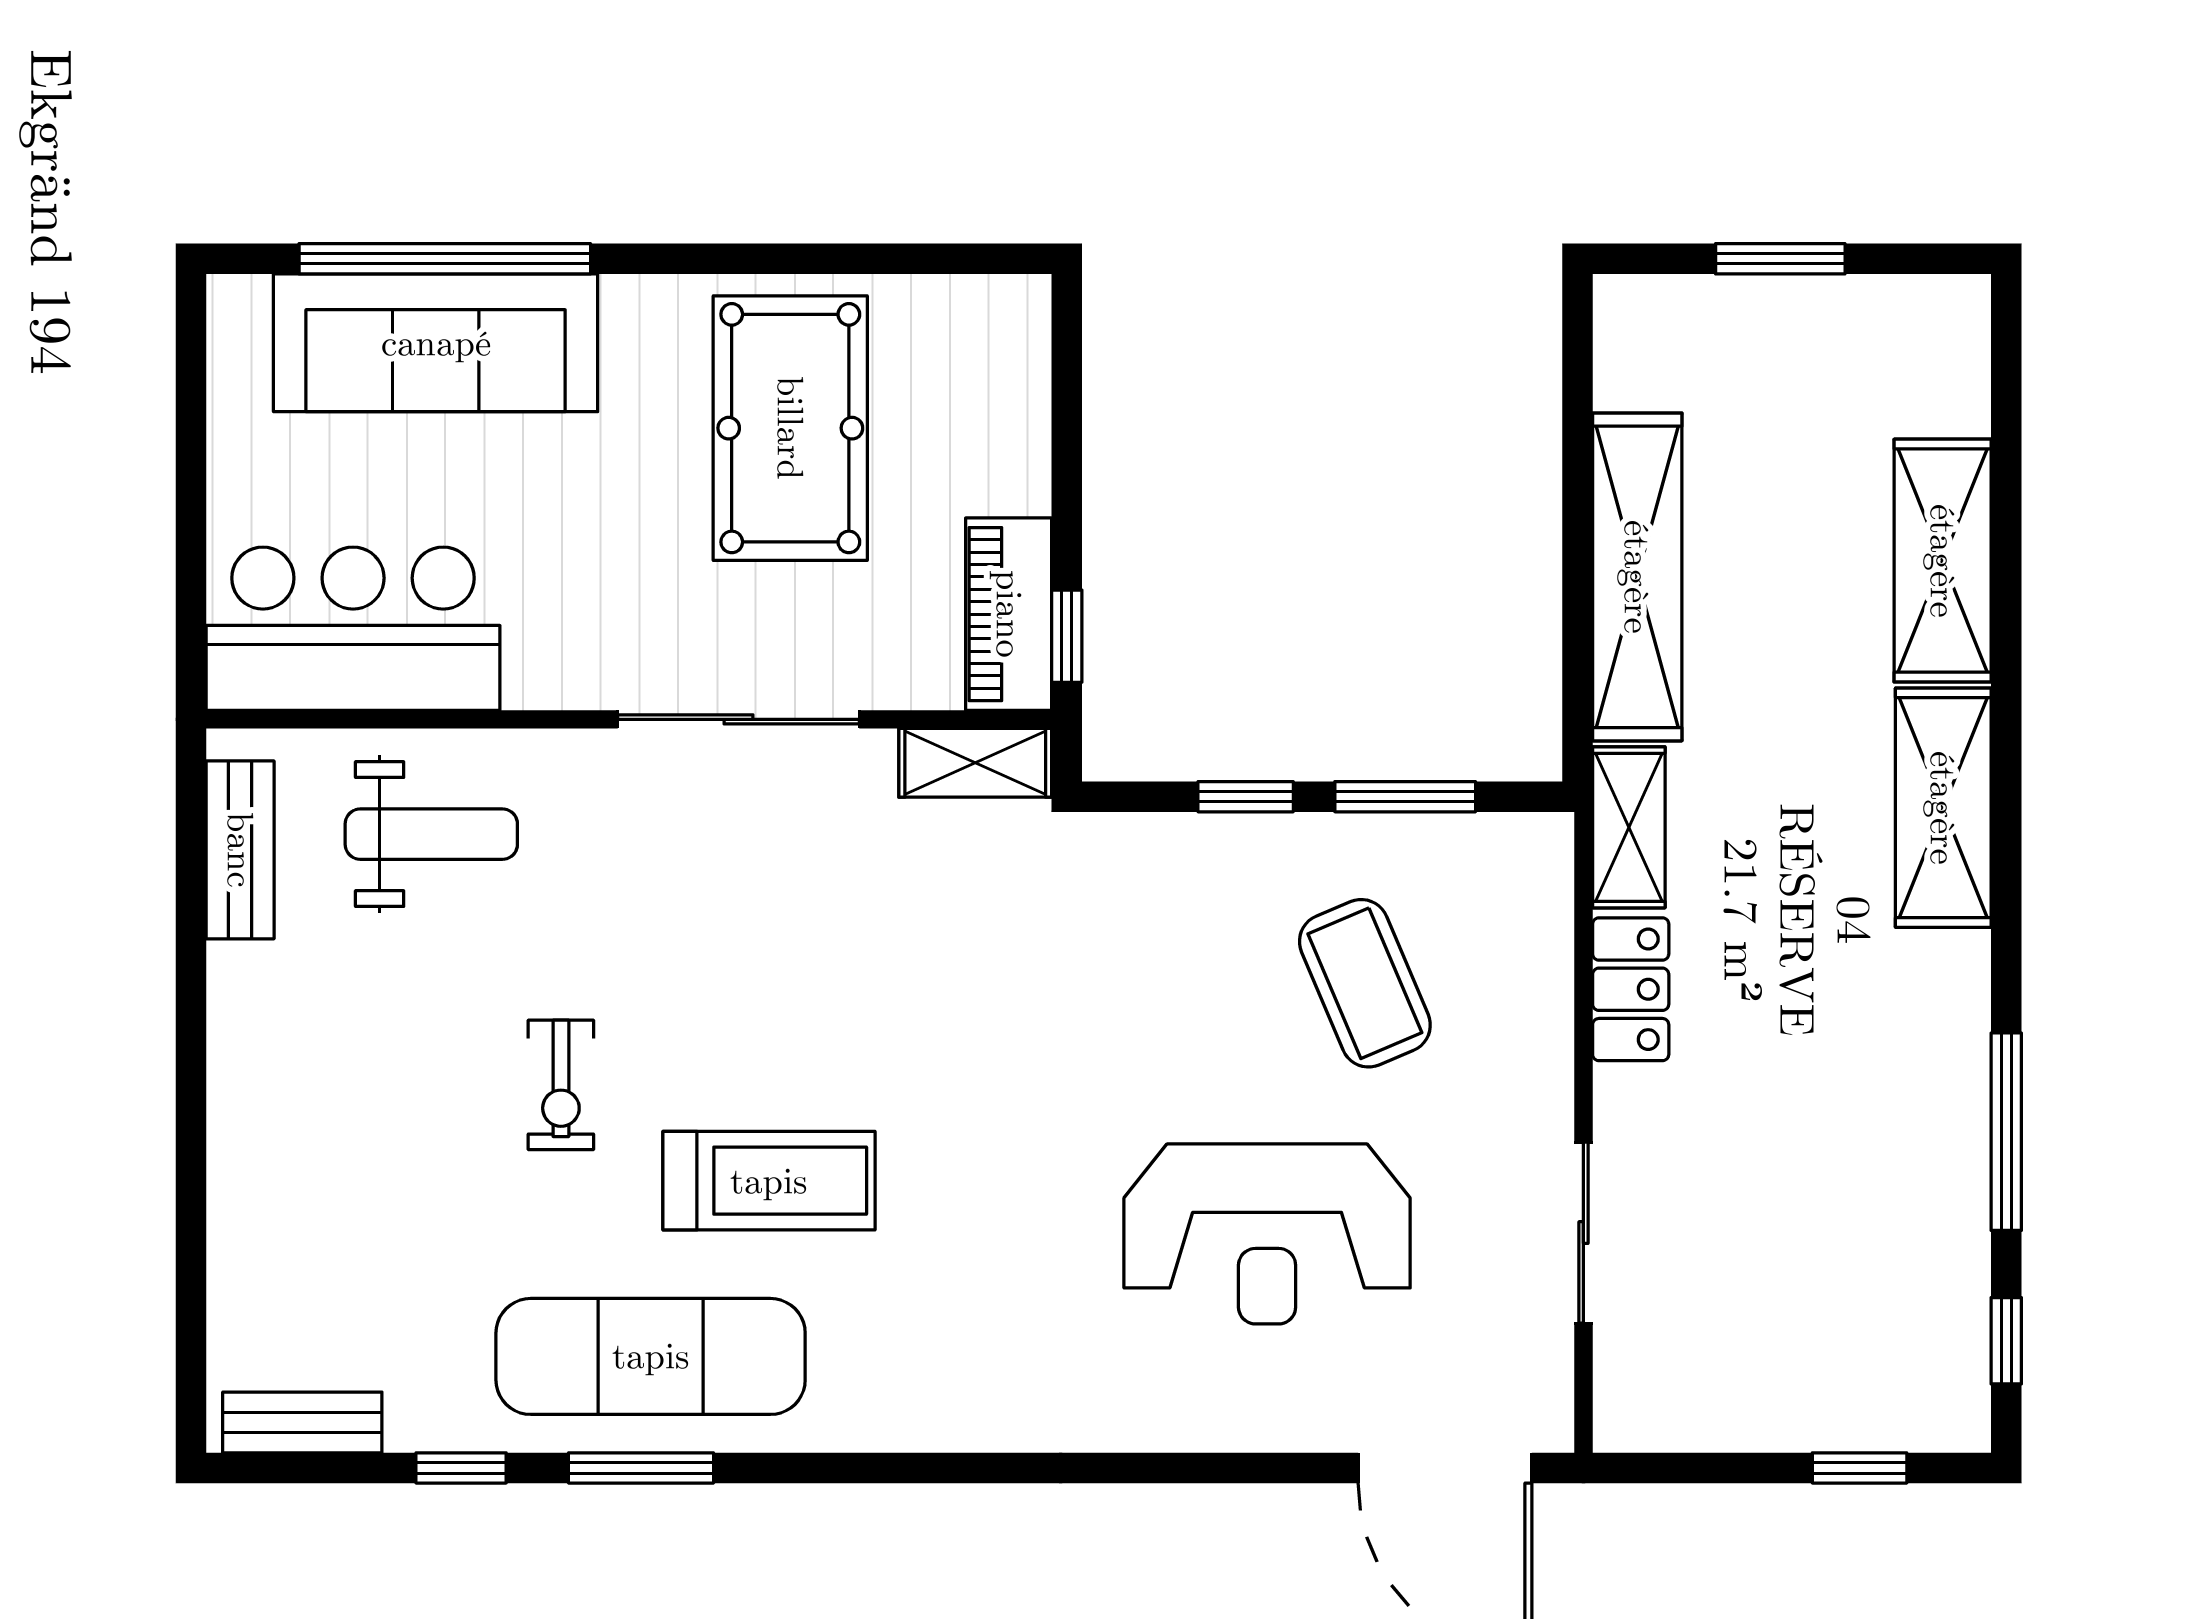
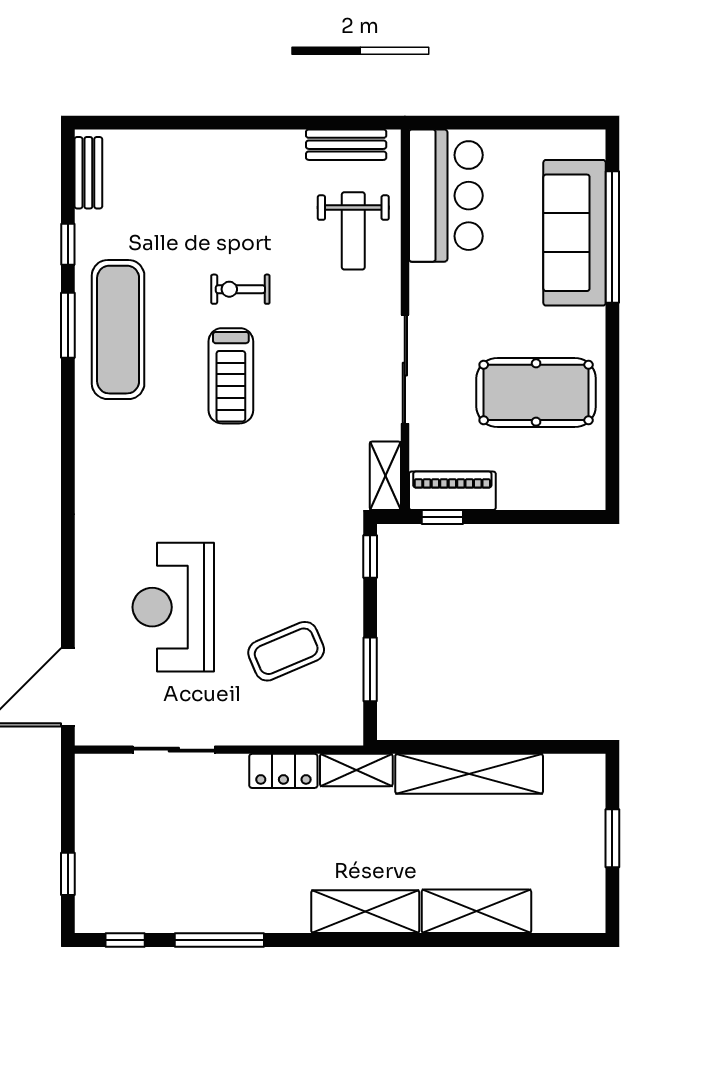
window: (1246, 797) -> (370, 556), moved
treadmill: (769, 1181) -> (231, 376), moved

